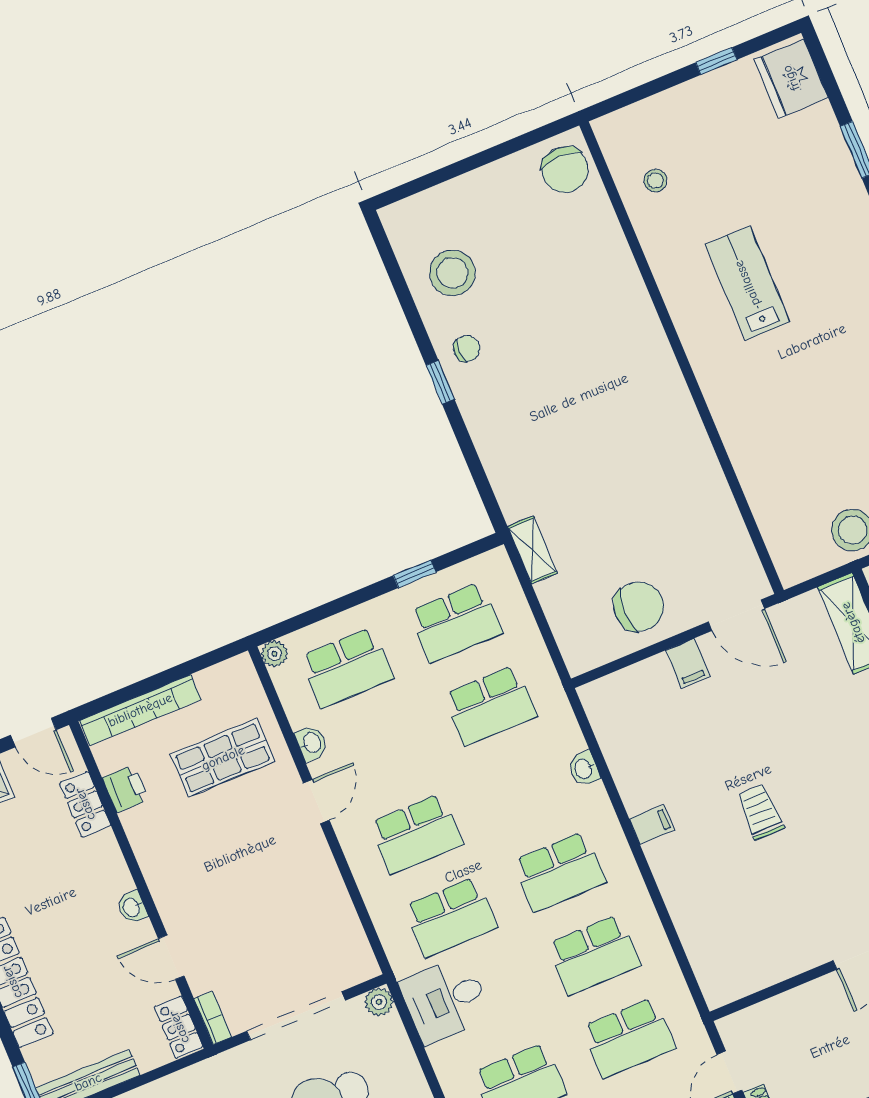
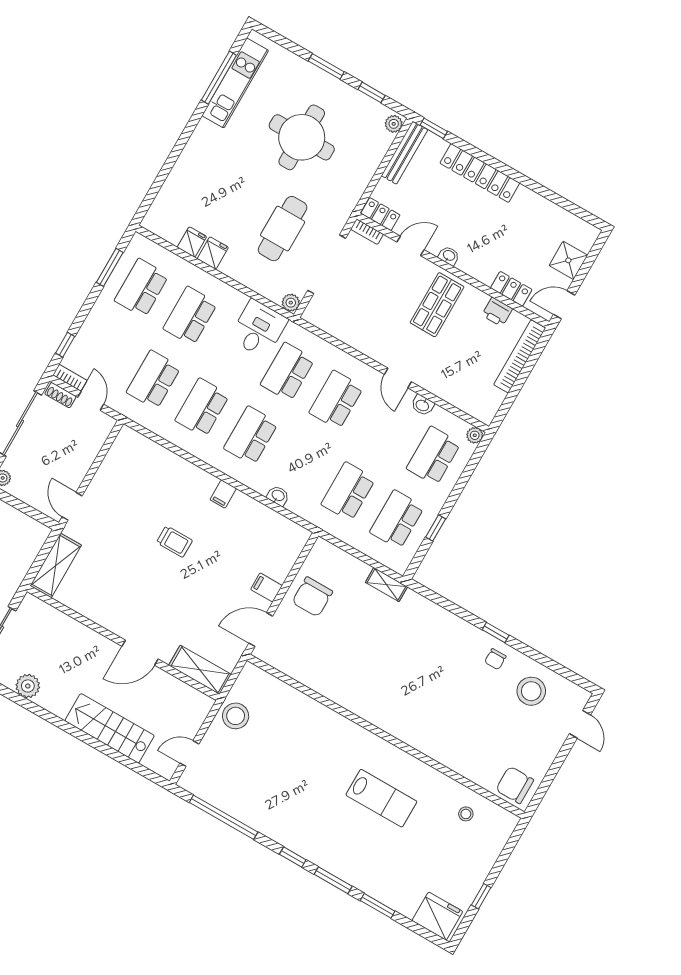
door: (423, 183) -> (580, 724), added
shop shelf: (223, 758) -> (437, 305), moved

